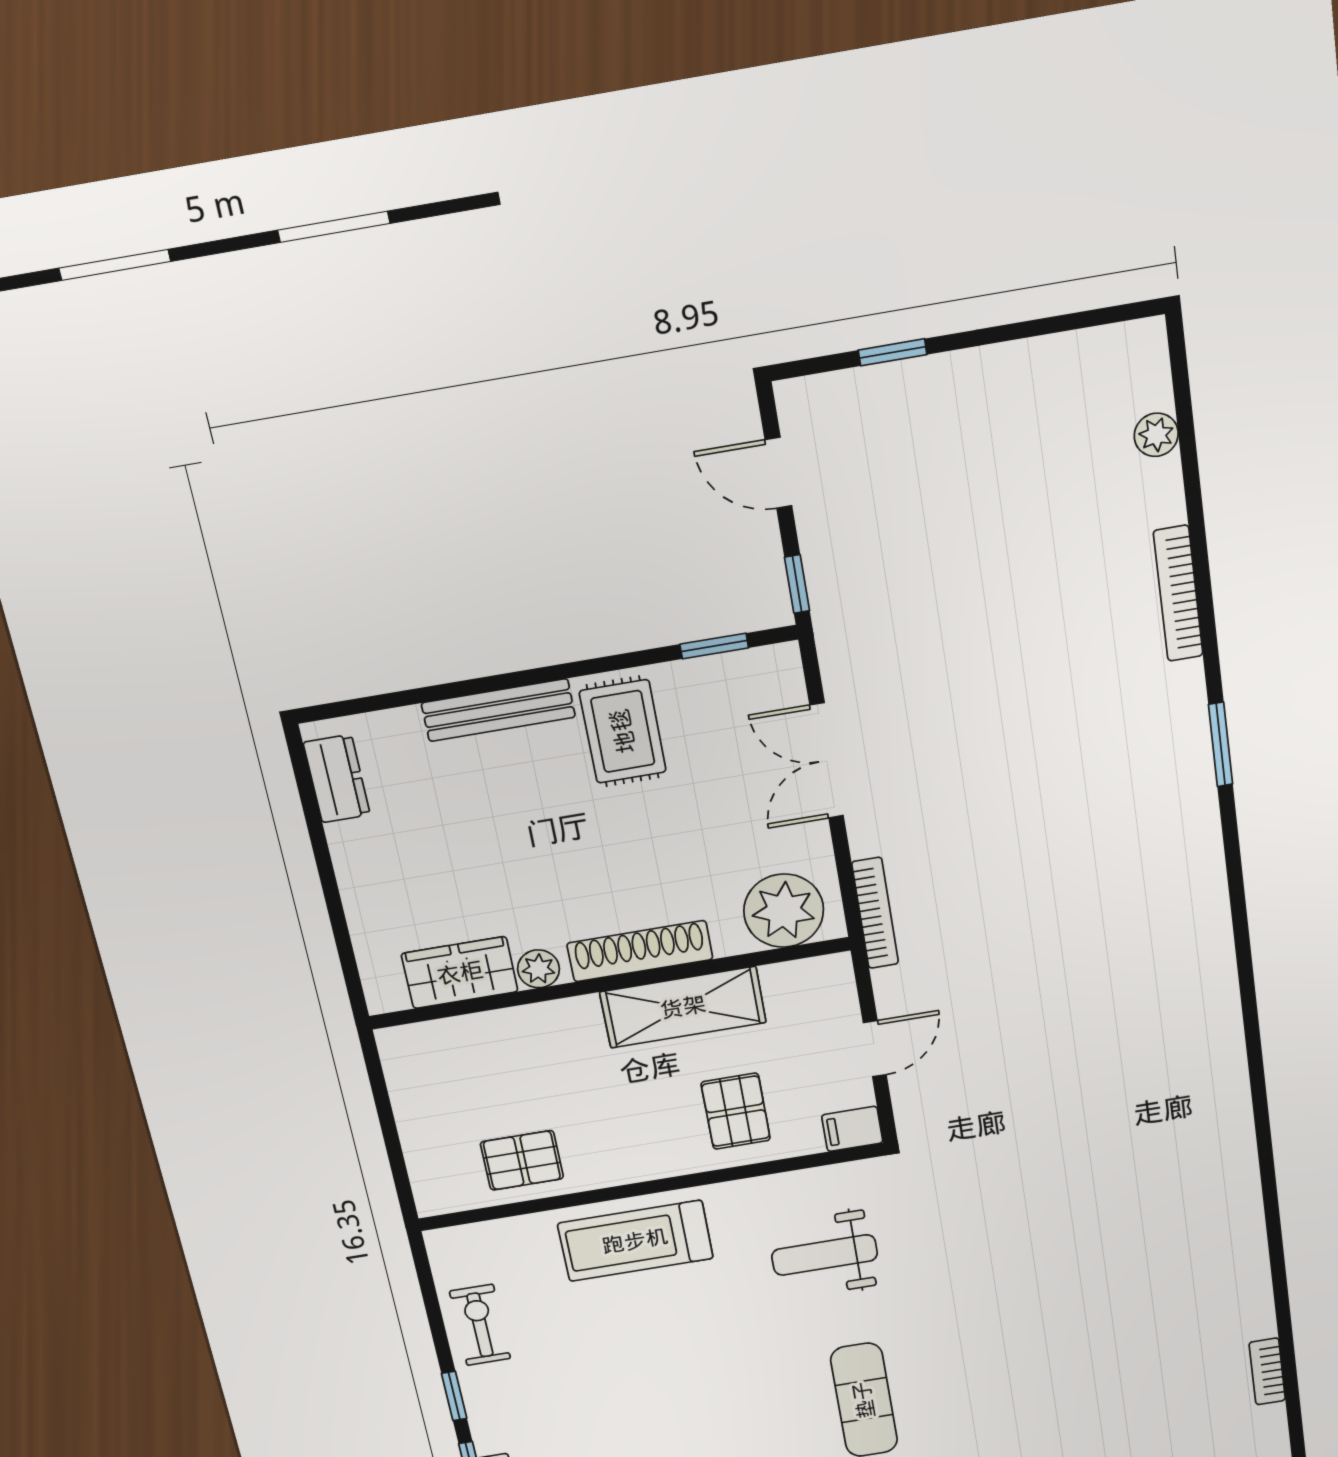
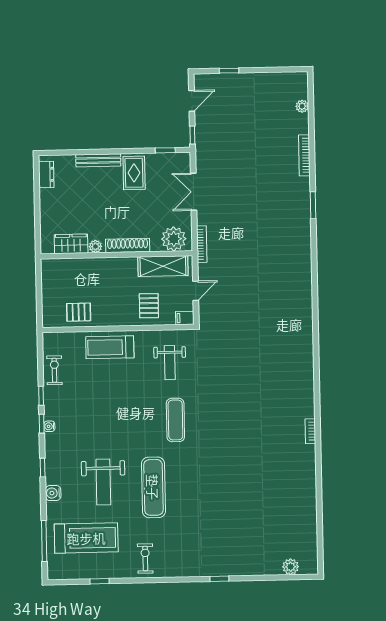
door: (778, 473) -> (192, 101), swing flipped
shelving: (683, 1007) -> (163, 266), moved
weight bench: (825, 1255) -> (170, 363), turned -90

